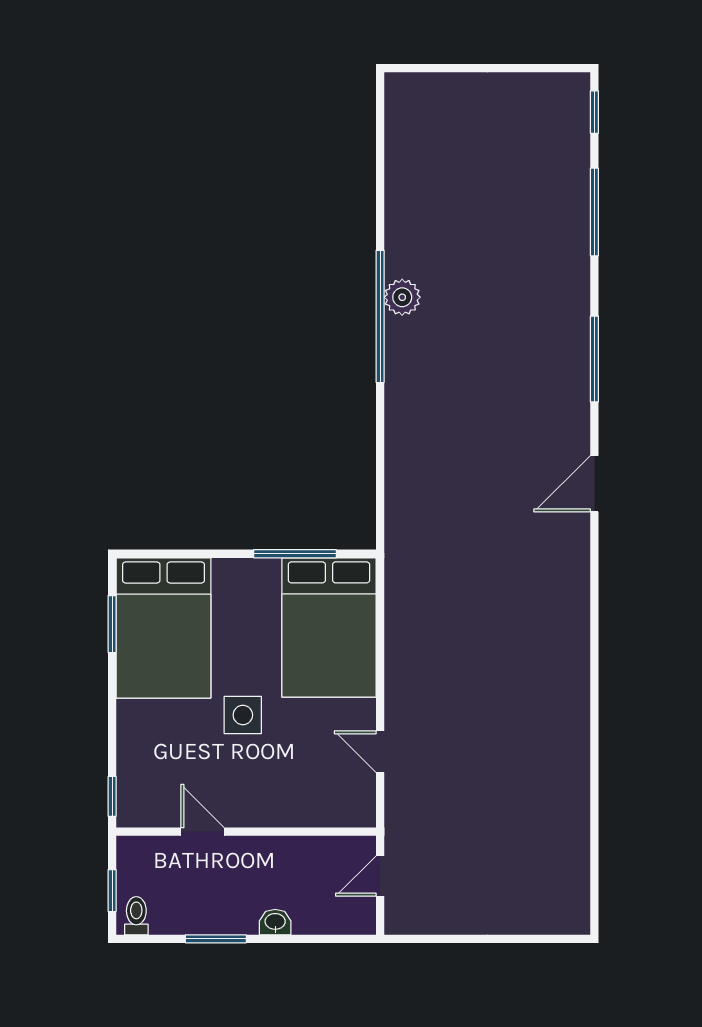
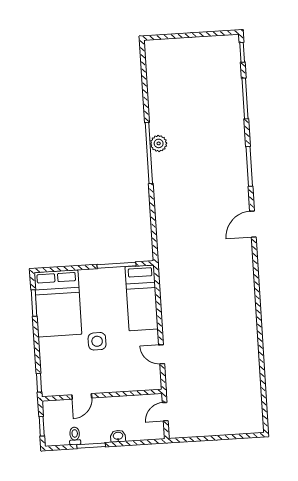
bed: (329, 627) -> (142, 298), width x0.67
door: (202, 832) -> (82, 396), swing flipped
toilet: (136, 916) -> (75, 436), moved

